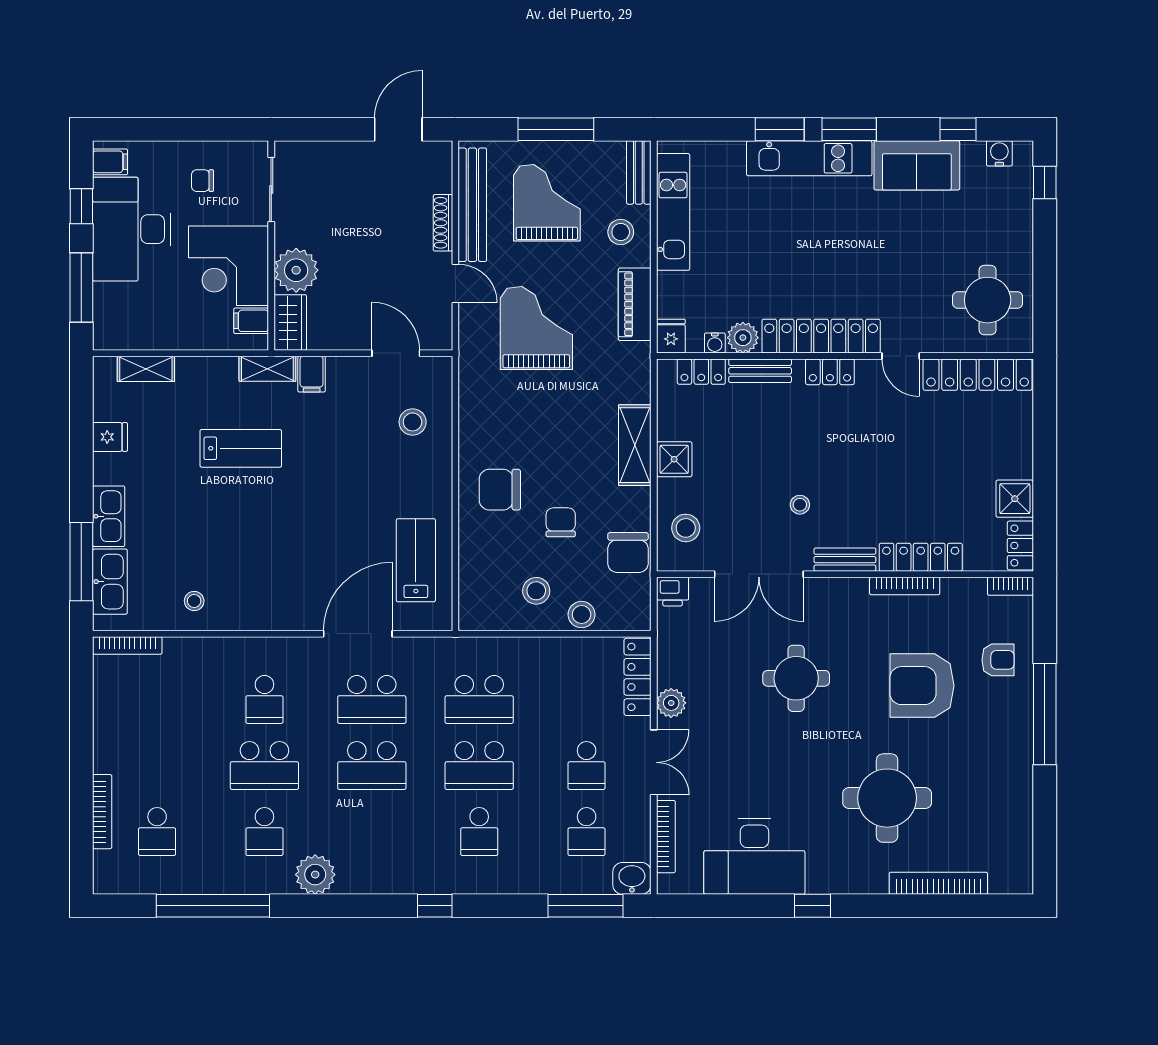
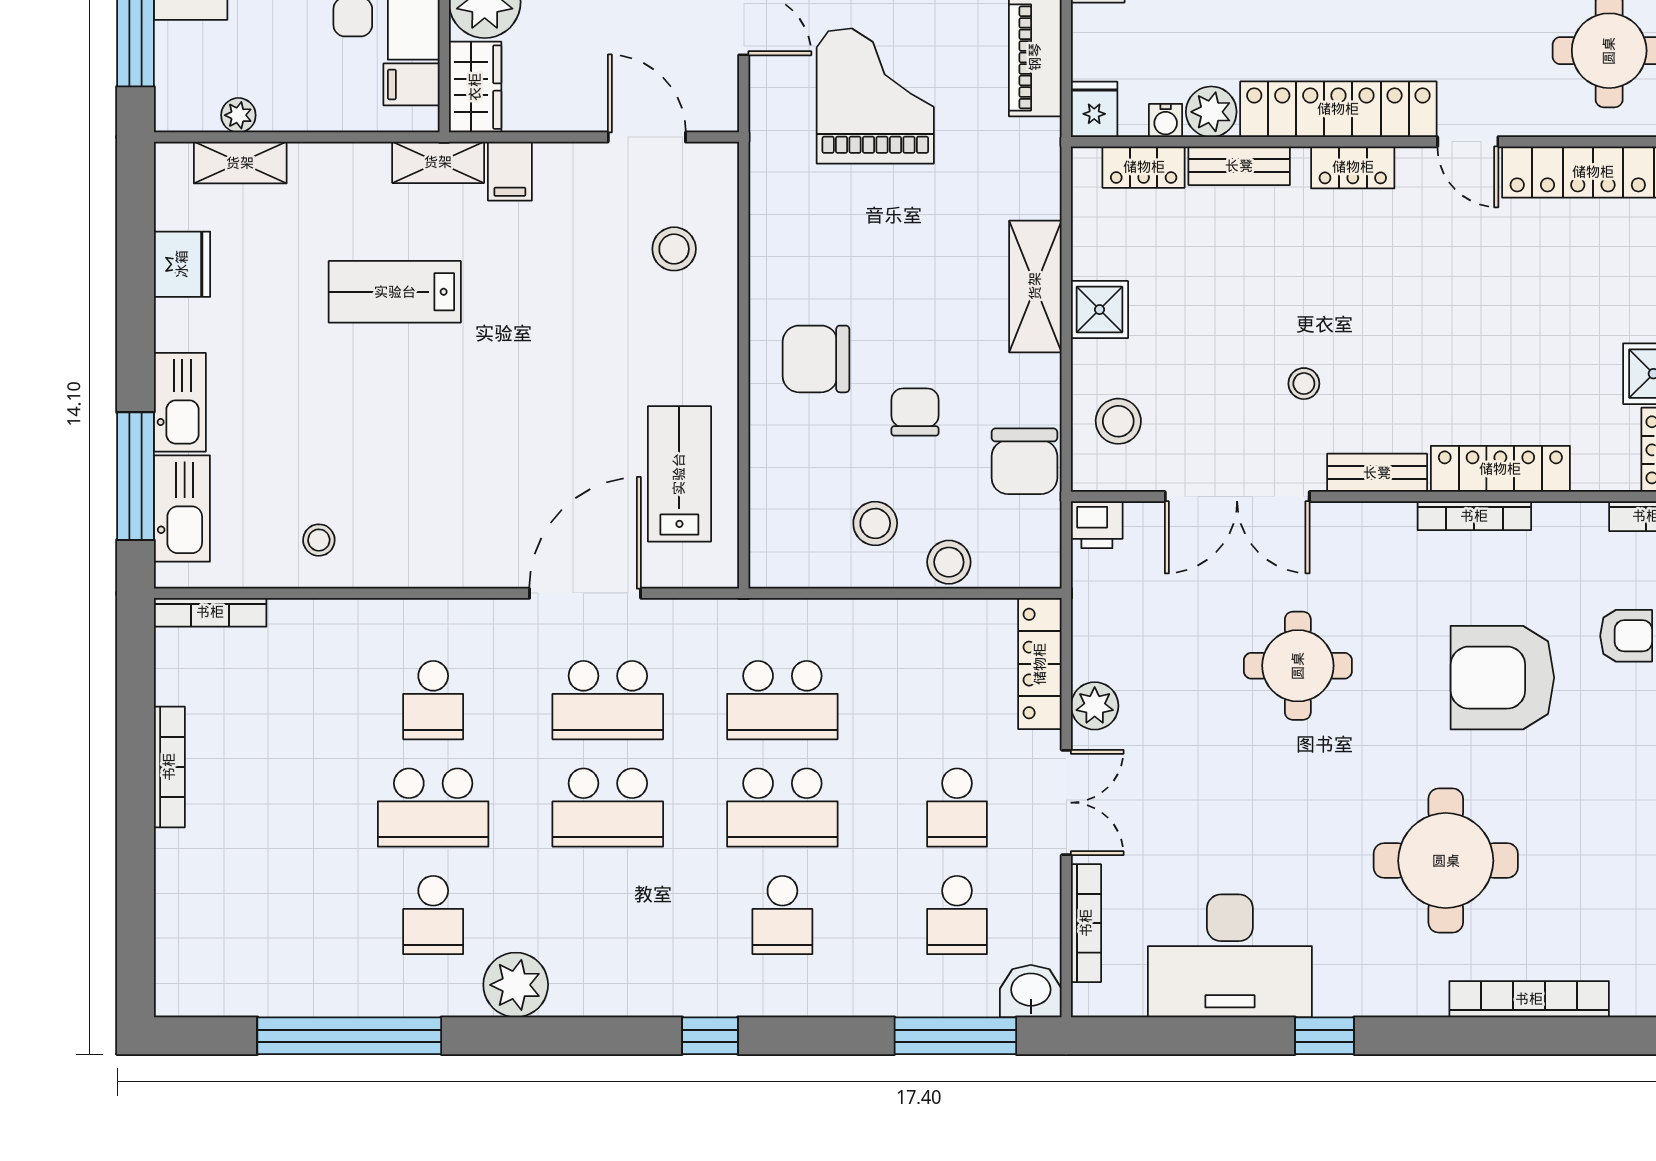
plant: (145, 340) -> (238, 115), added
fridge: (110, 437) -> (182, 264), width x1.38
lab bench: (241, 448) -> (395, 292), turned 180
bookcase: (102, 812) -> (169, 767), moved
school desk: (157, 832) -> (259, 915), removed

